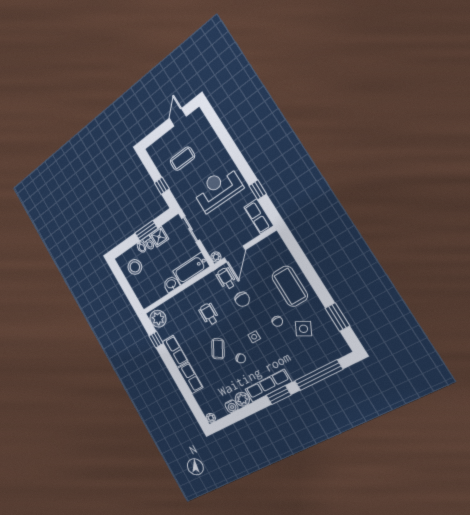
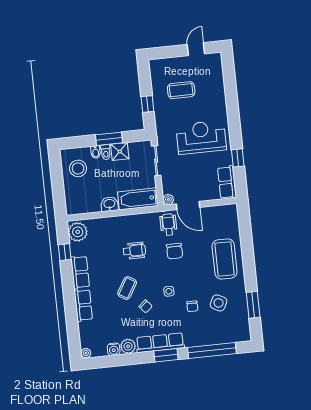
door: (235, 254) -> (188, 206), hinge flipped
wheelchair: (209, 314) -> (134, 251), turned 90
chair: (277, 321) -> (192, 306), moved

